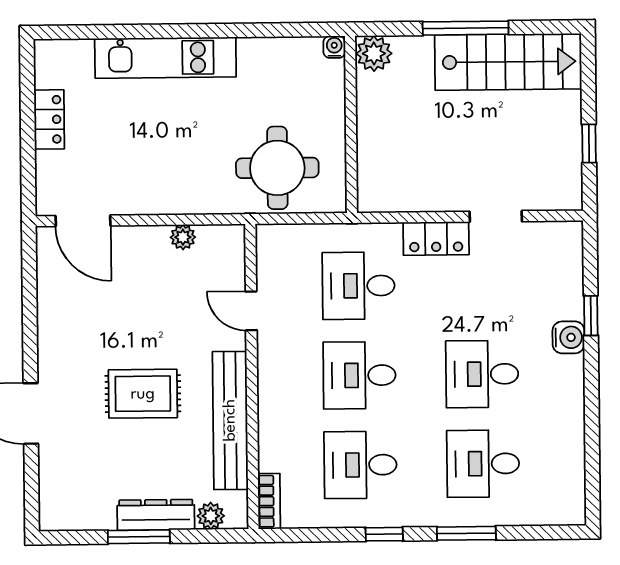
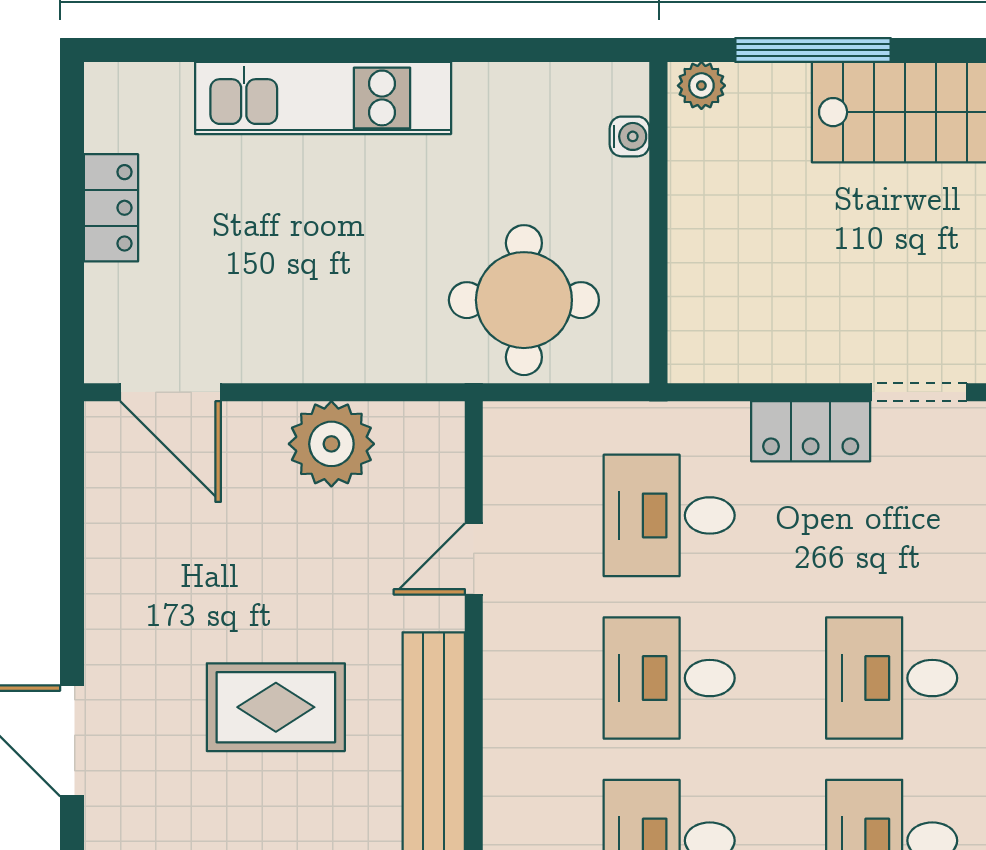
window: (466, 28) -> (813, 50), moved
water cooler: (334, 47) -> (630, 136), moved, turned 90
plant: (374, 53) -> (701, 86), width x0.73, depth x0.73
plant: (183, 237) -> (331, 444), width x1.88, depth x1.88
door: (251, 311) -> (474, 559), hinge flipped

